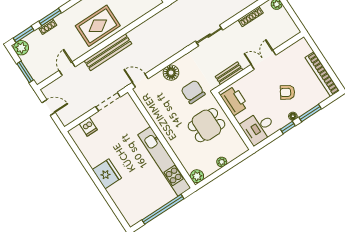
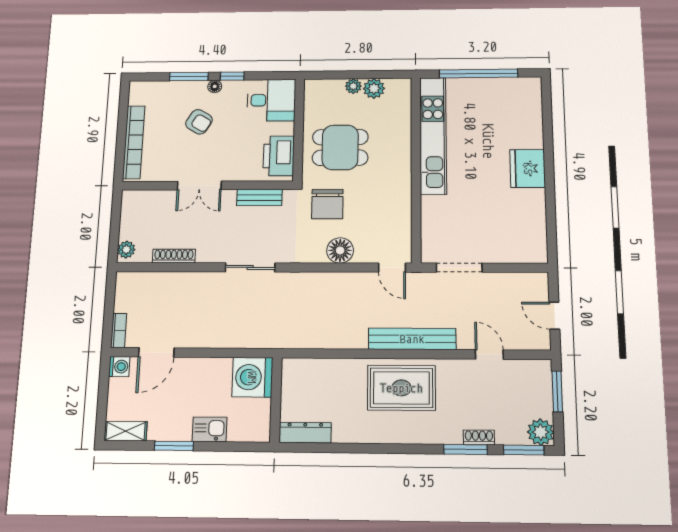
door: (67, 69) -> (489, 355), swing flipped
bookcase: (322, 74) -> (134, 142), moved
dishwasher: (88, 127) -> (512, 251), removed
plant: (197, 176) -> (374, 88), moved

